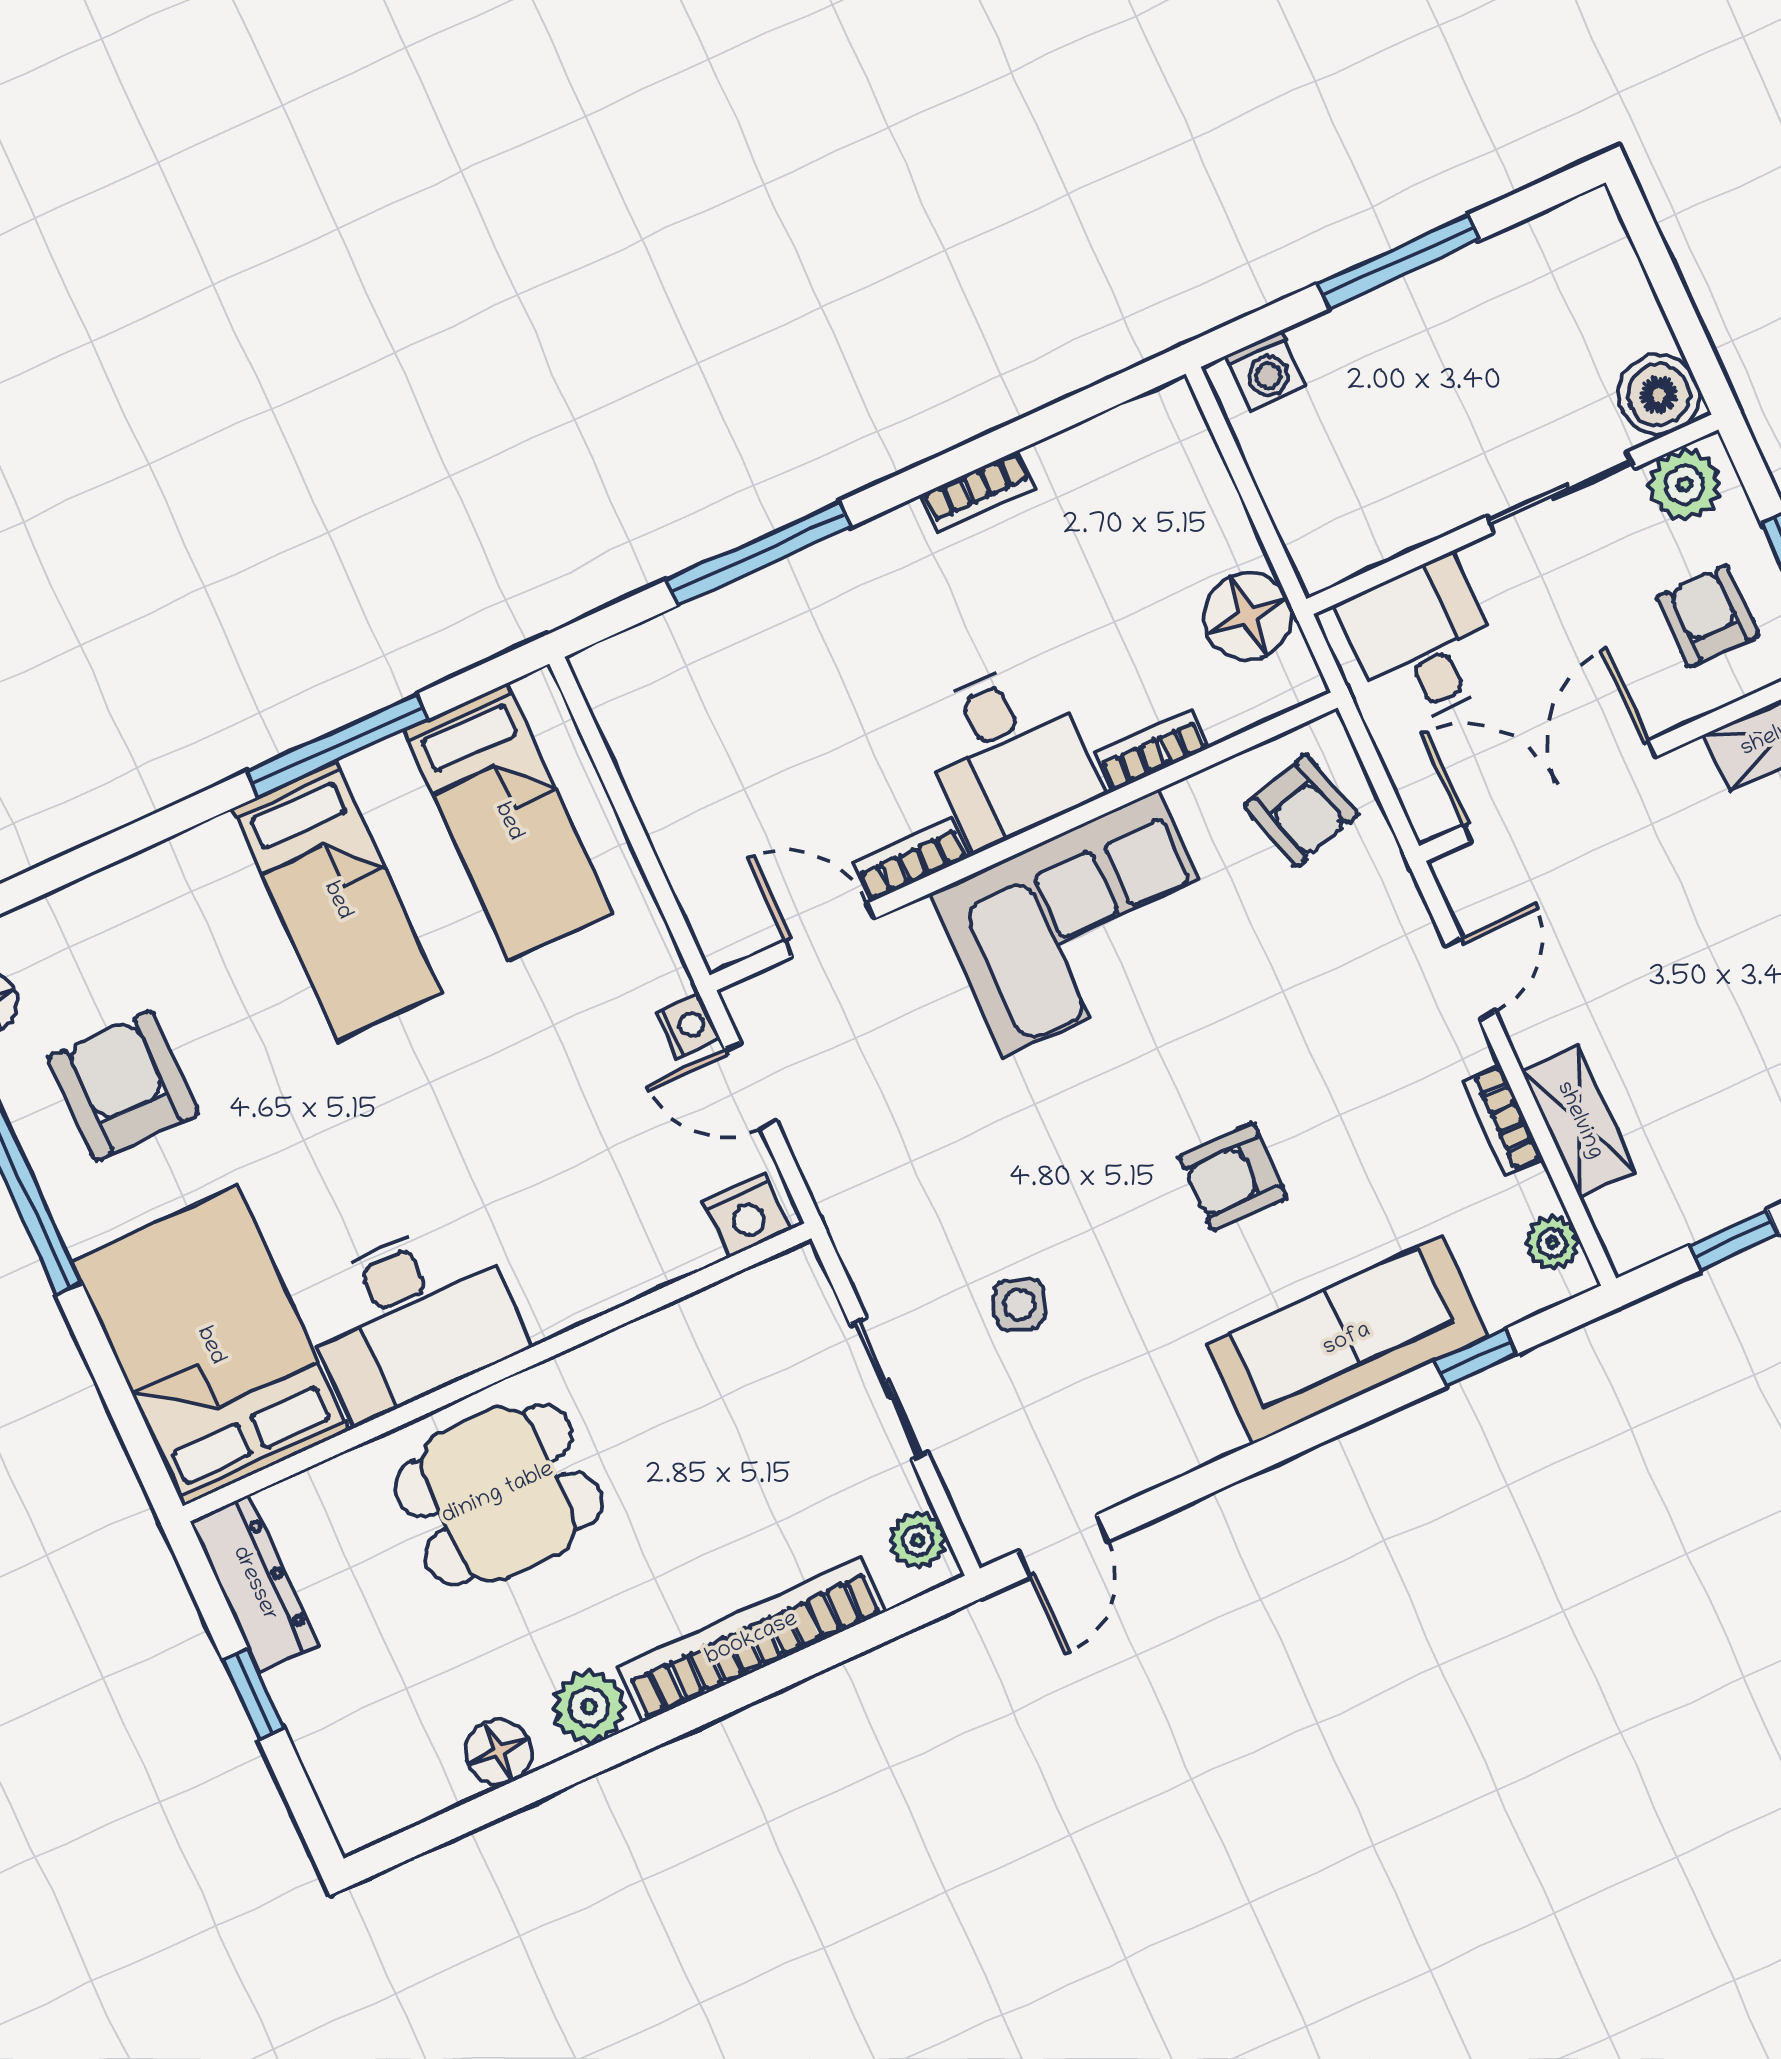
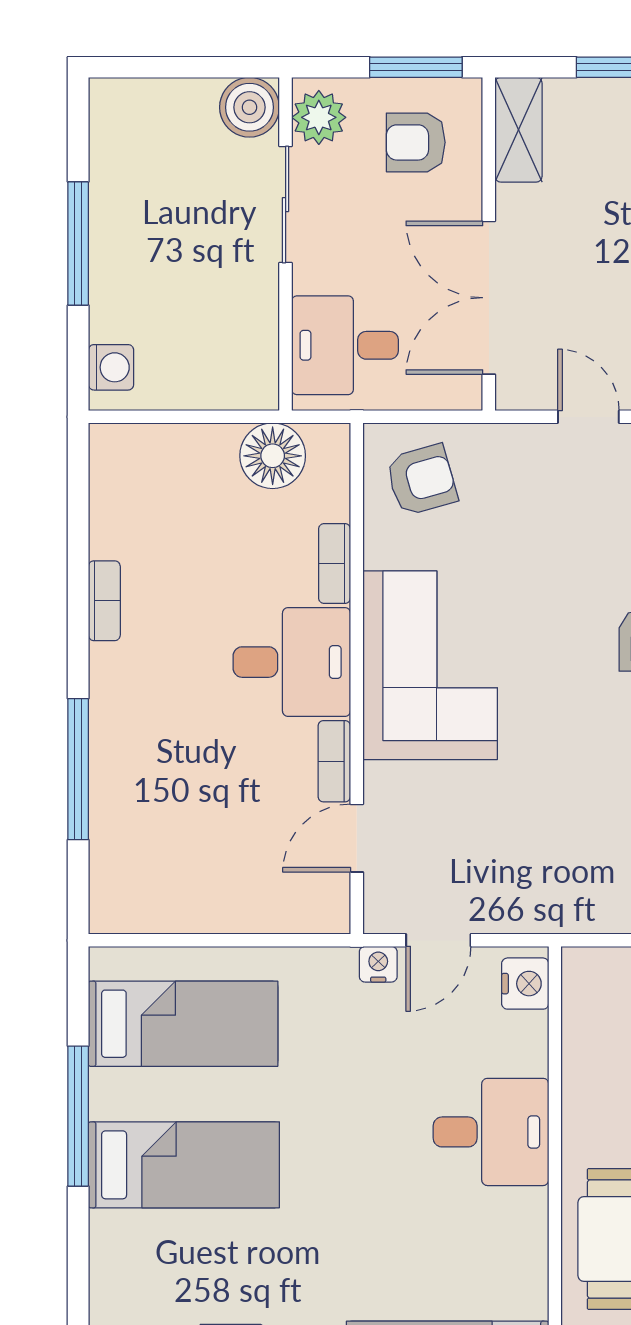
desk: (411, 1318) -> (491, 1132), moved, width x0.73

